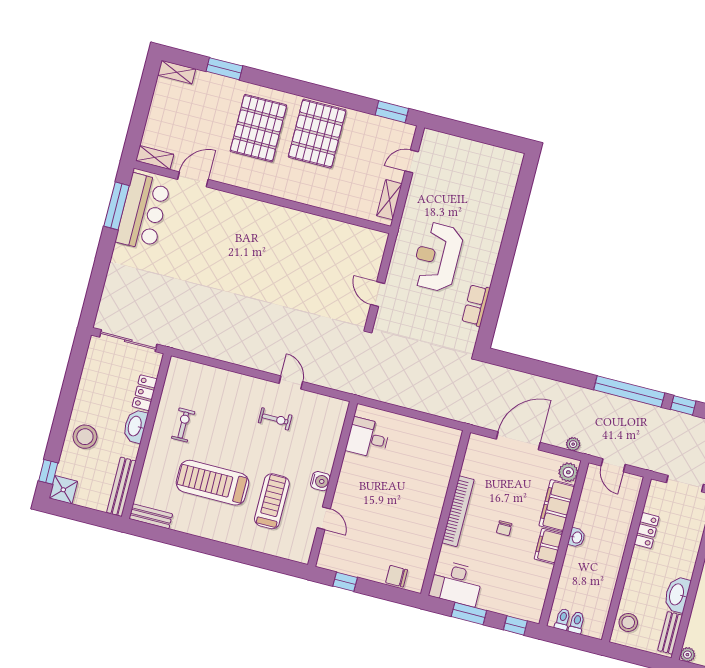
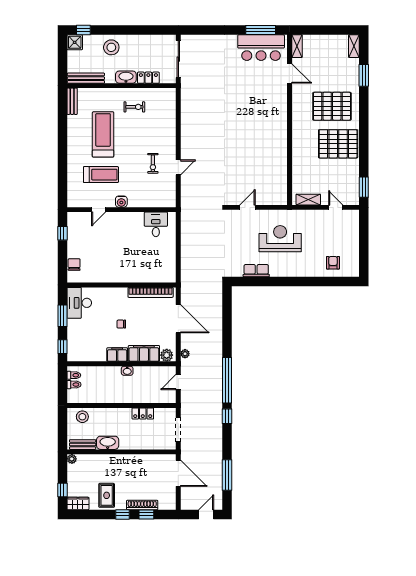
armchair: (494, 187) -> (333, 263), added
bookcase: (458, 511) -> (151, 292), moved

